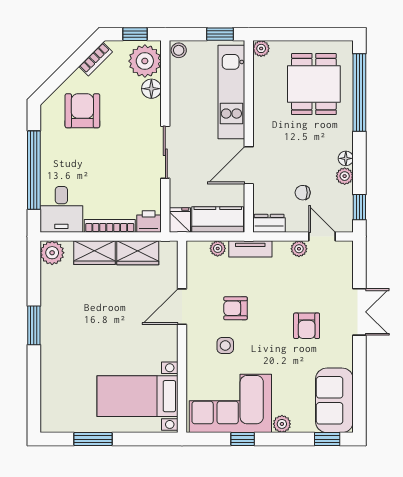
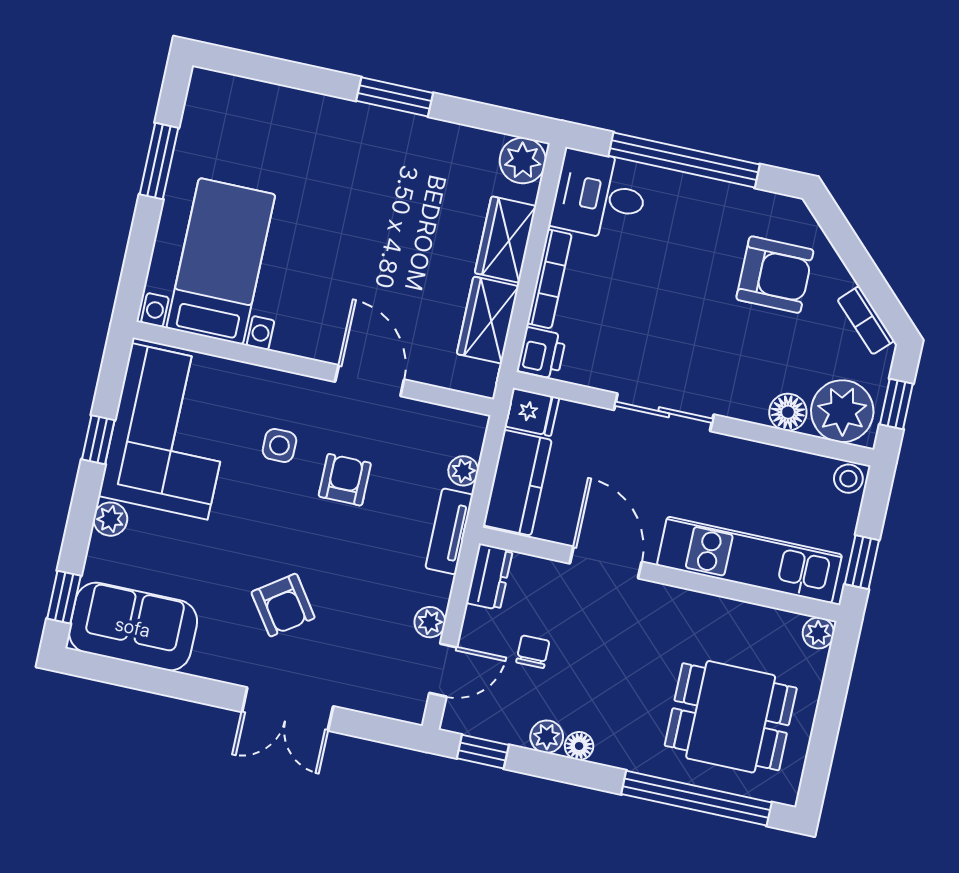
armchair: (307, 326) -> (283, 605), turned -125

